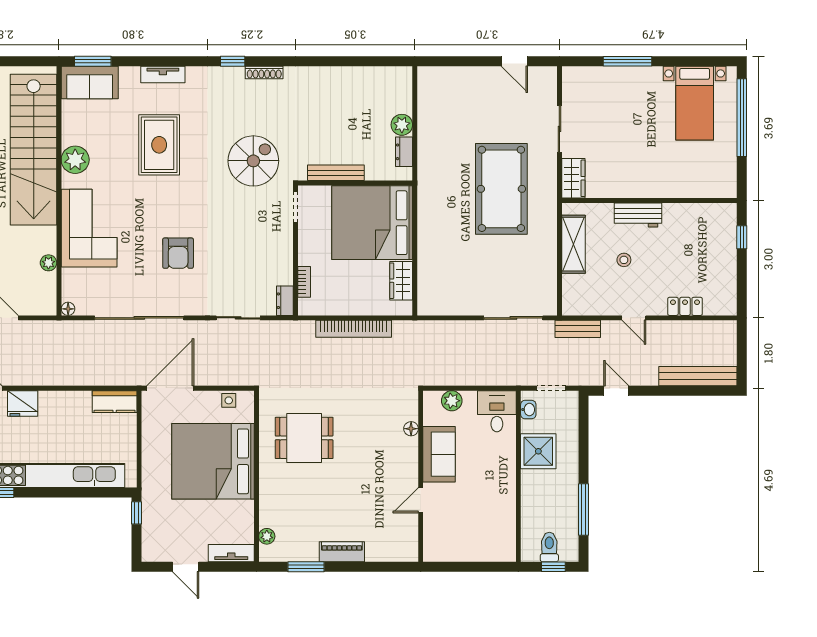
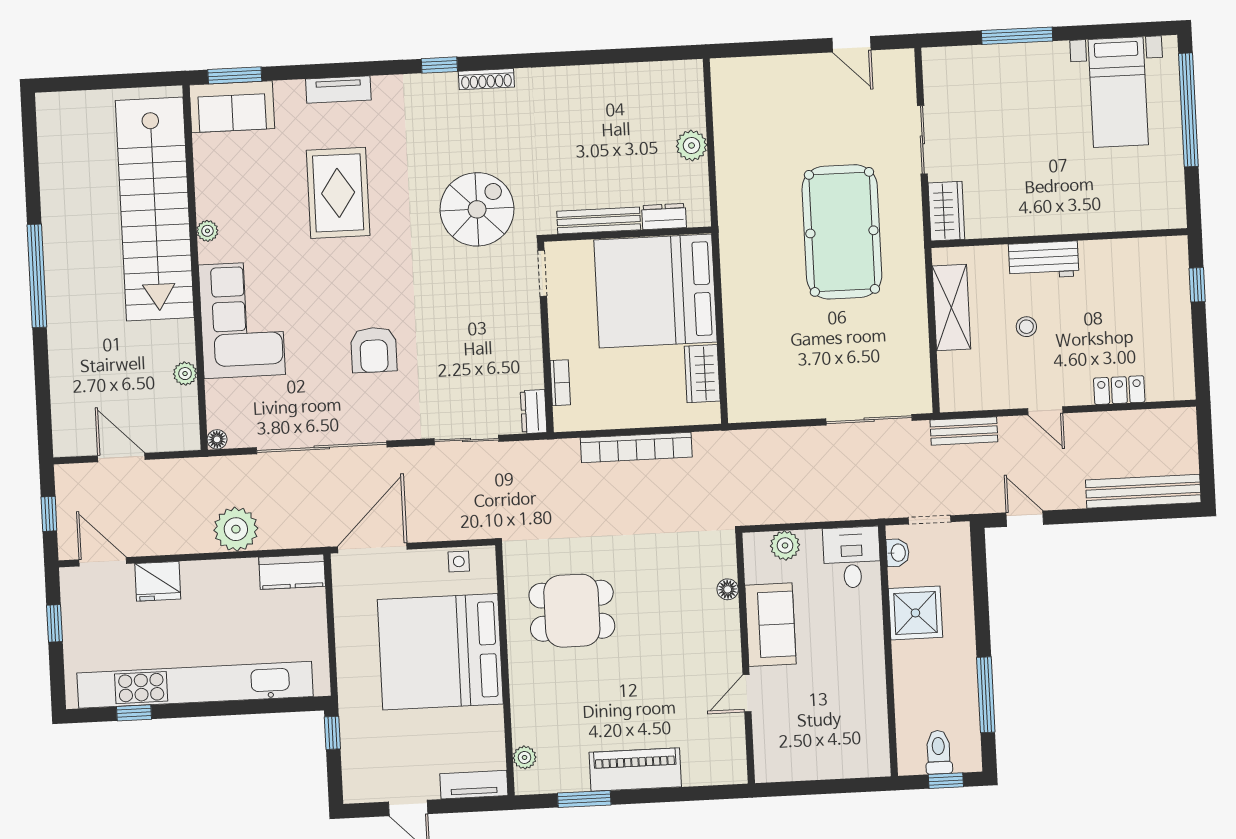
dresser: (404, 152) -> (664, 217), moved, turned 90
plant: (75, 160) -> (207, 231), width x0.53, depth x0.53
plant: (78, 371) -> (236, 529), added
piano: (342, 552) -> (635, 770), width x1.37, depth x1.33

